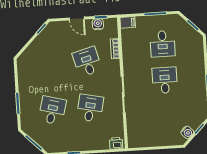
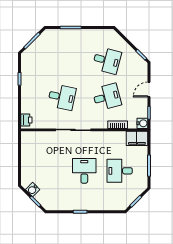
filing cabinet: (128, 22) -> (137, 138), width x2.00
water cooler: (98, 24) -> (142, 123), moved
desk: (165, 80) -> (84, 171), turned -90
desk: (52, 110) -> (107, 60), moved

